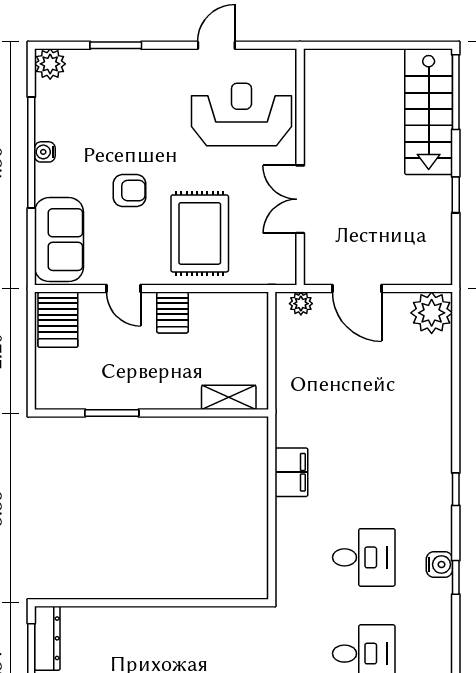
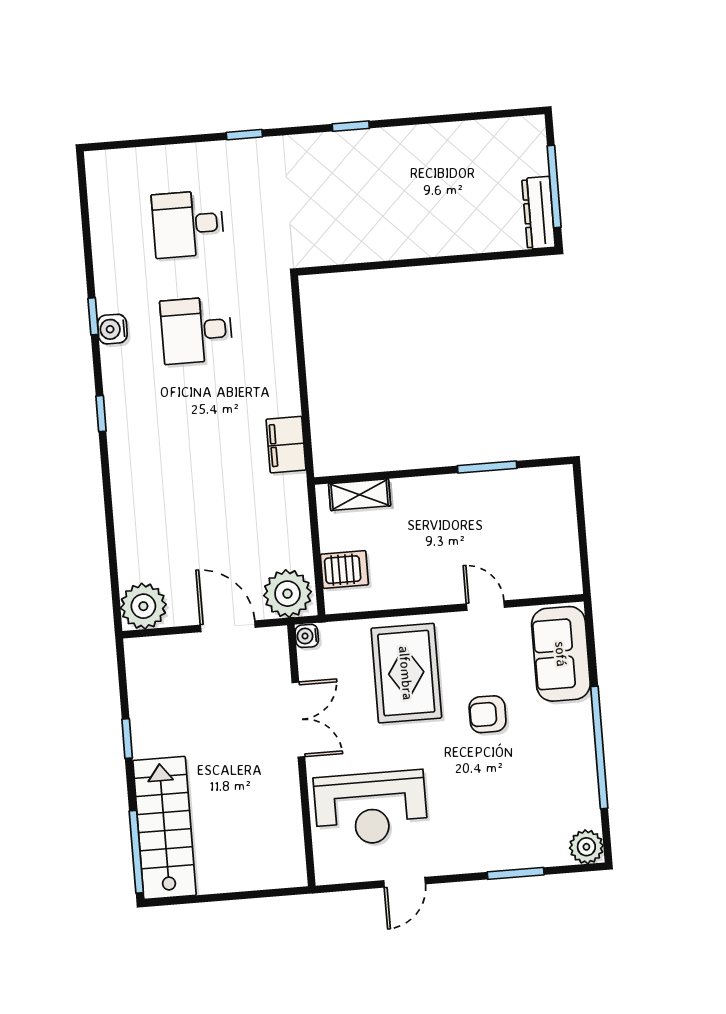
water cooler: (45, 152) -> (307, 636), moved, turned 180
plant: (301, 304) -> (287, 594), width x1.88, depth x1.88
server rack: (173, 313) -> (344, 569), moved, turned 90
server rack: (58, 320) -> (555, 565), removed
filing cabinet: (291, 472) -> (286, 445), moved

